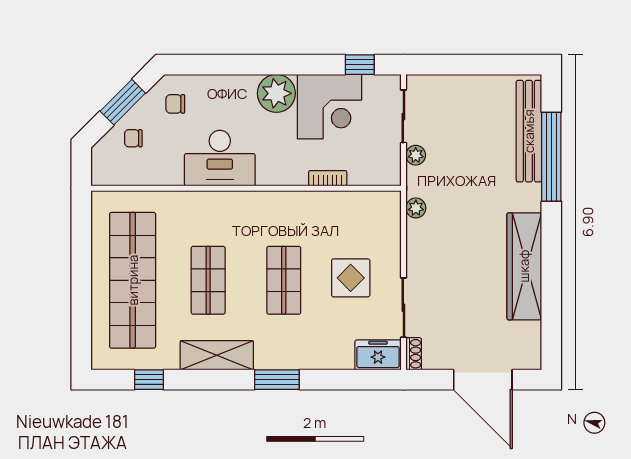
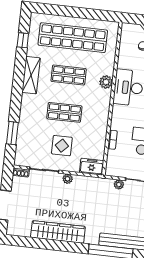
plant: (214, 204) -> (106, 82), added
plant: (416, 208) -> (68, 179), moved
freezer: (378, 355) -> (92, 167), moved, turned -90
window: (277, 380) -> (12, 133), moved

